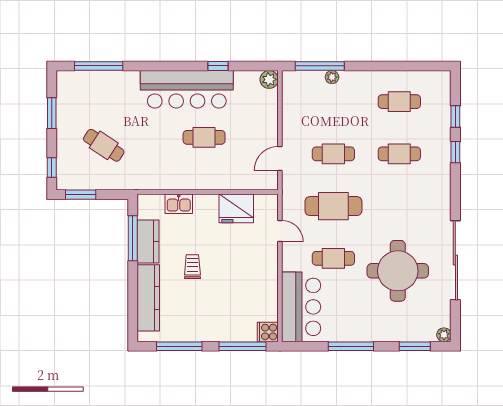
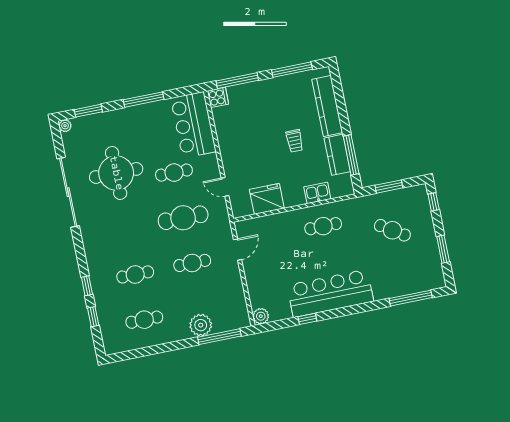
plant: (332, 77) -> (201, 325), width x1.87, depth x1.87
cafe table: (204, 137) -> (323, 226), moved
window: (81, 195) -> (389, 187), moved

